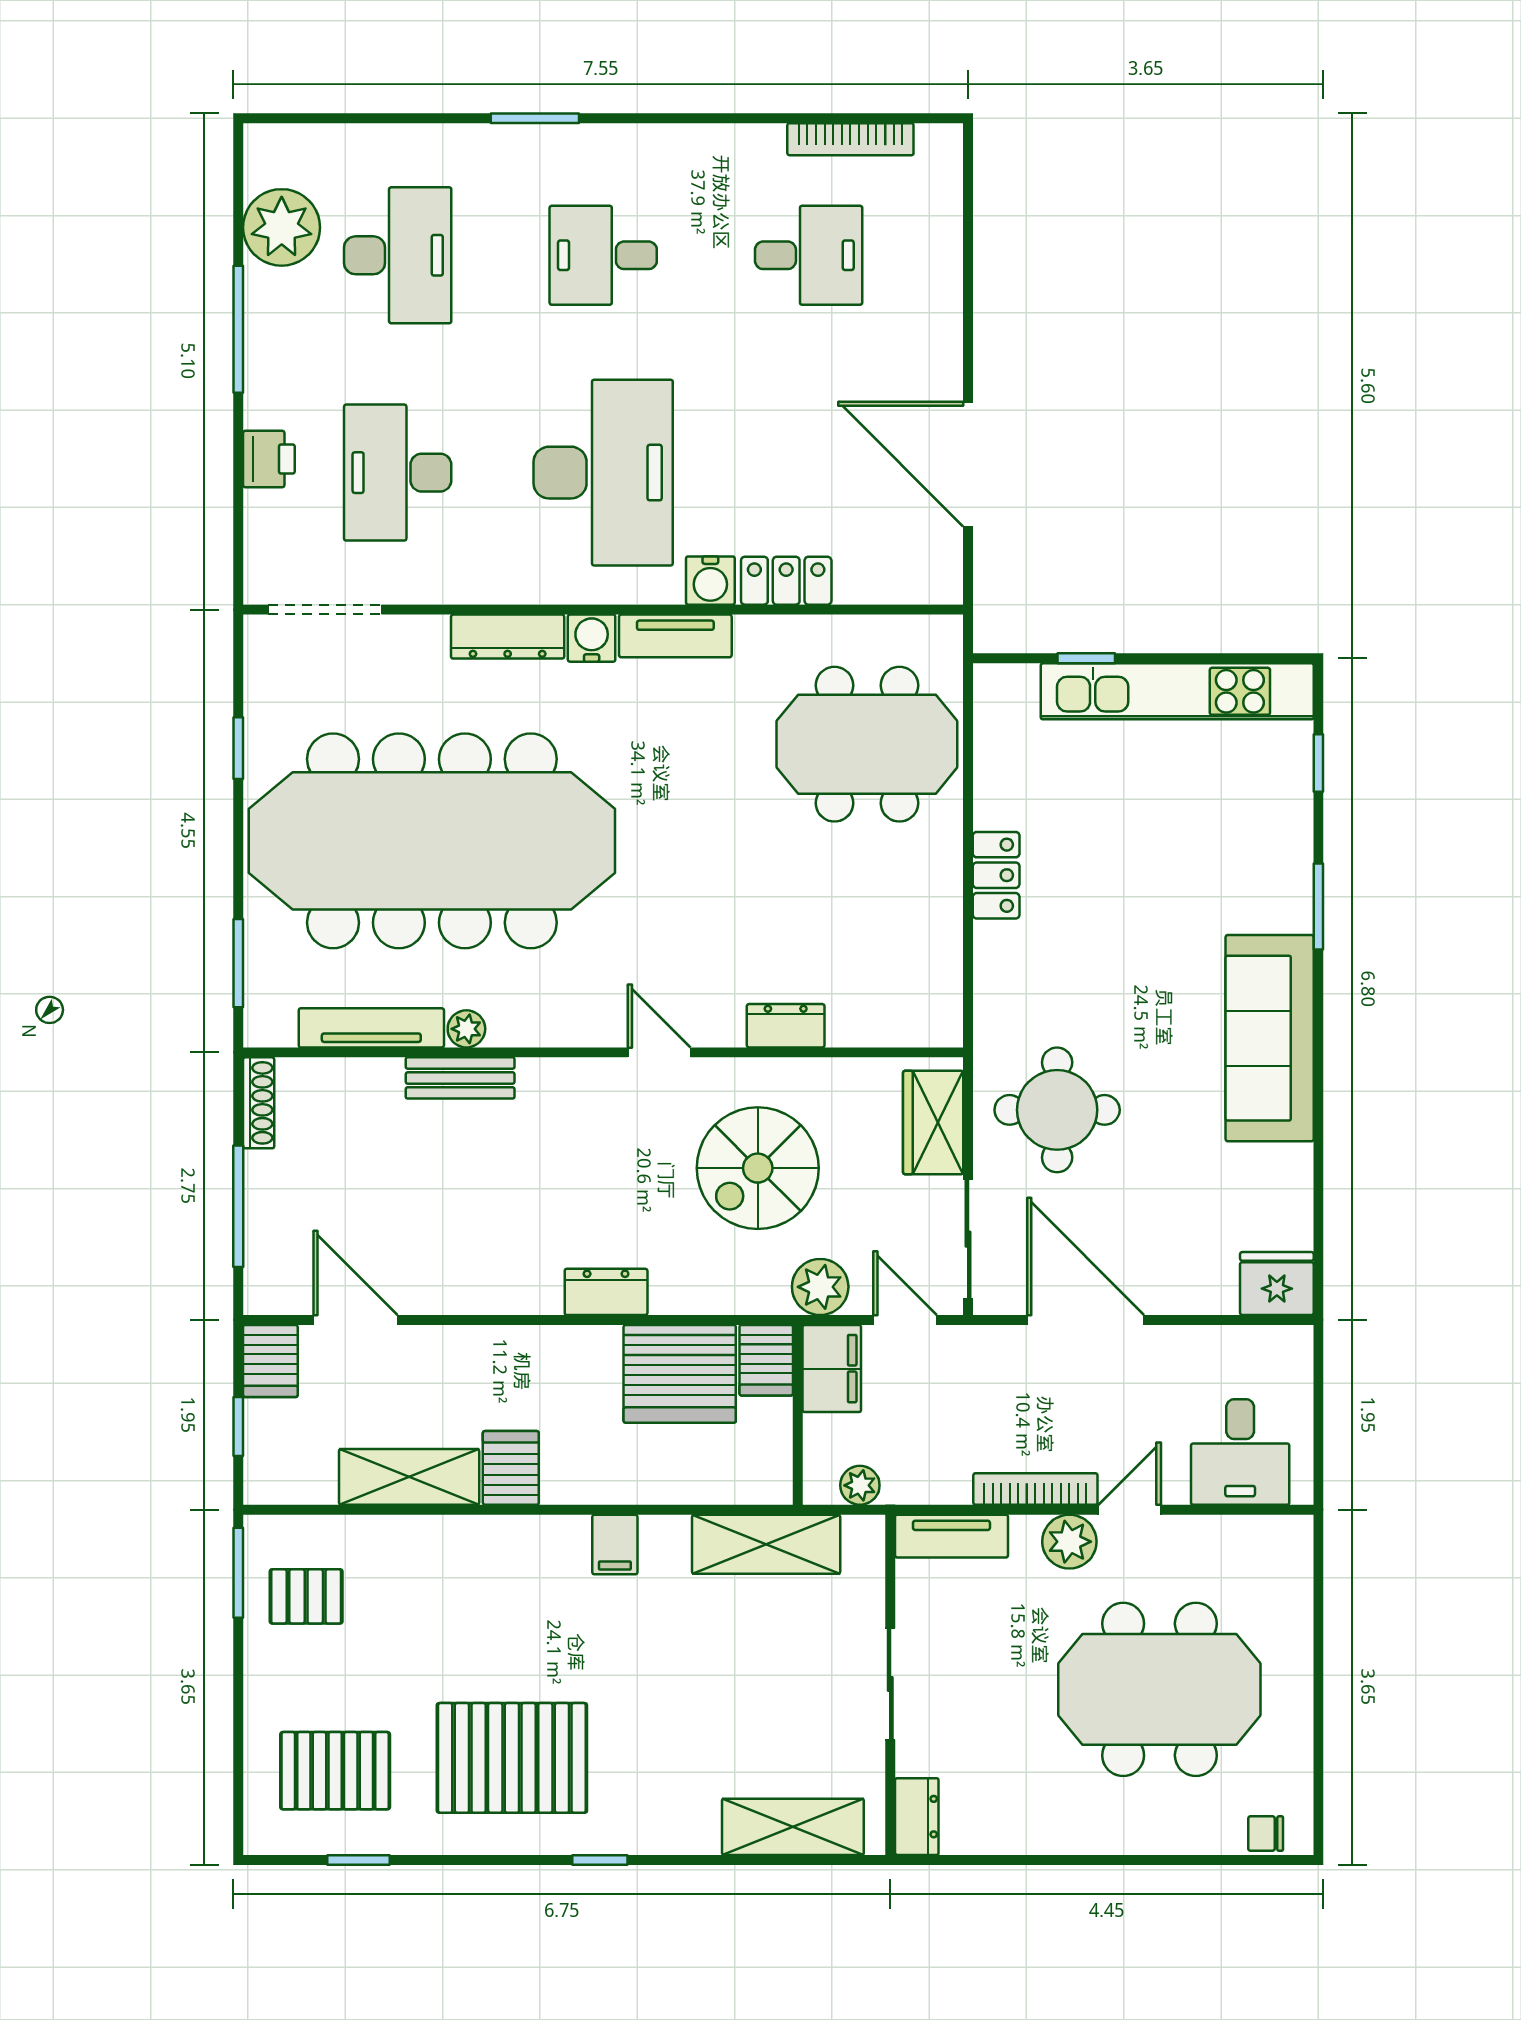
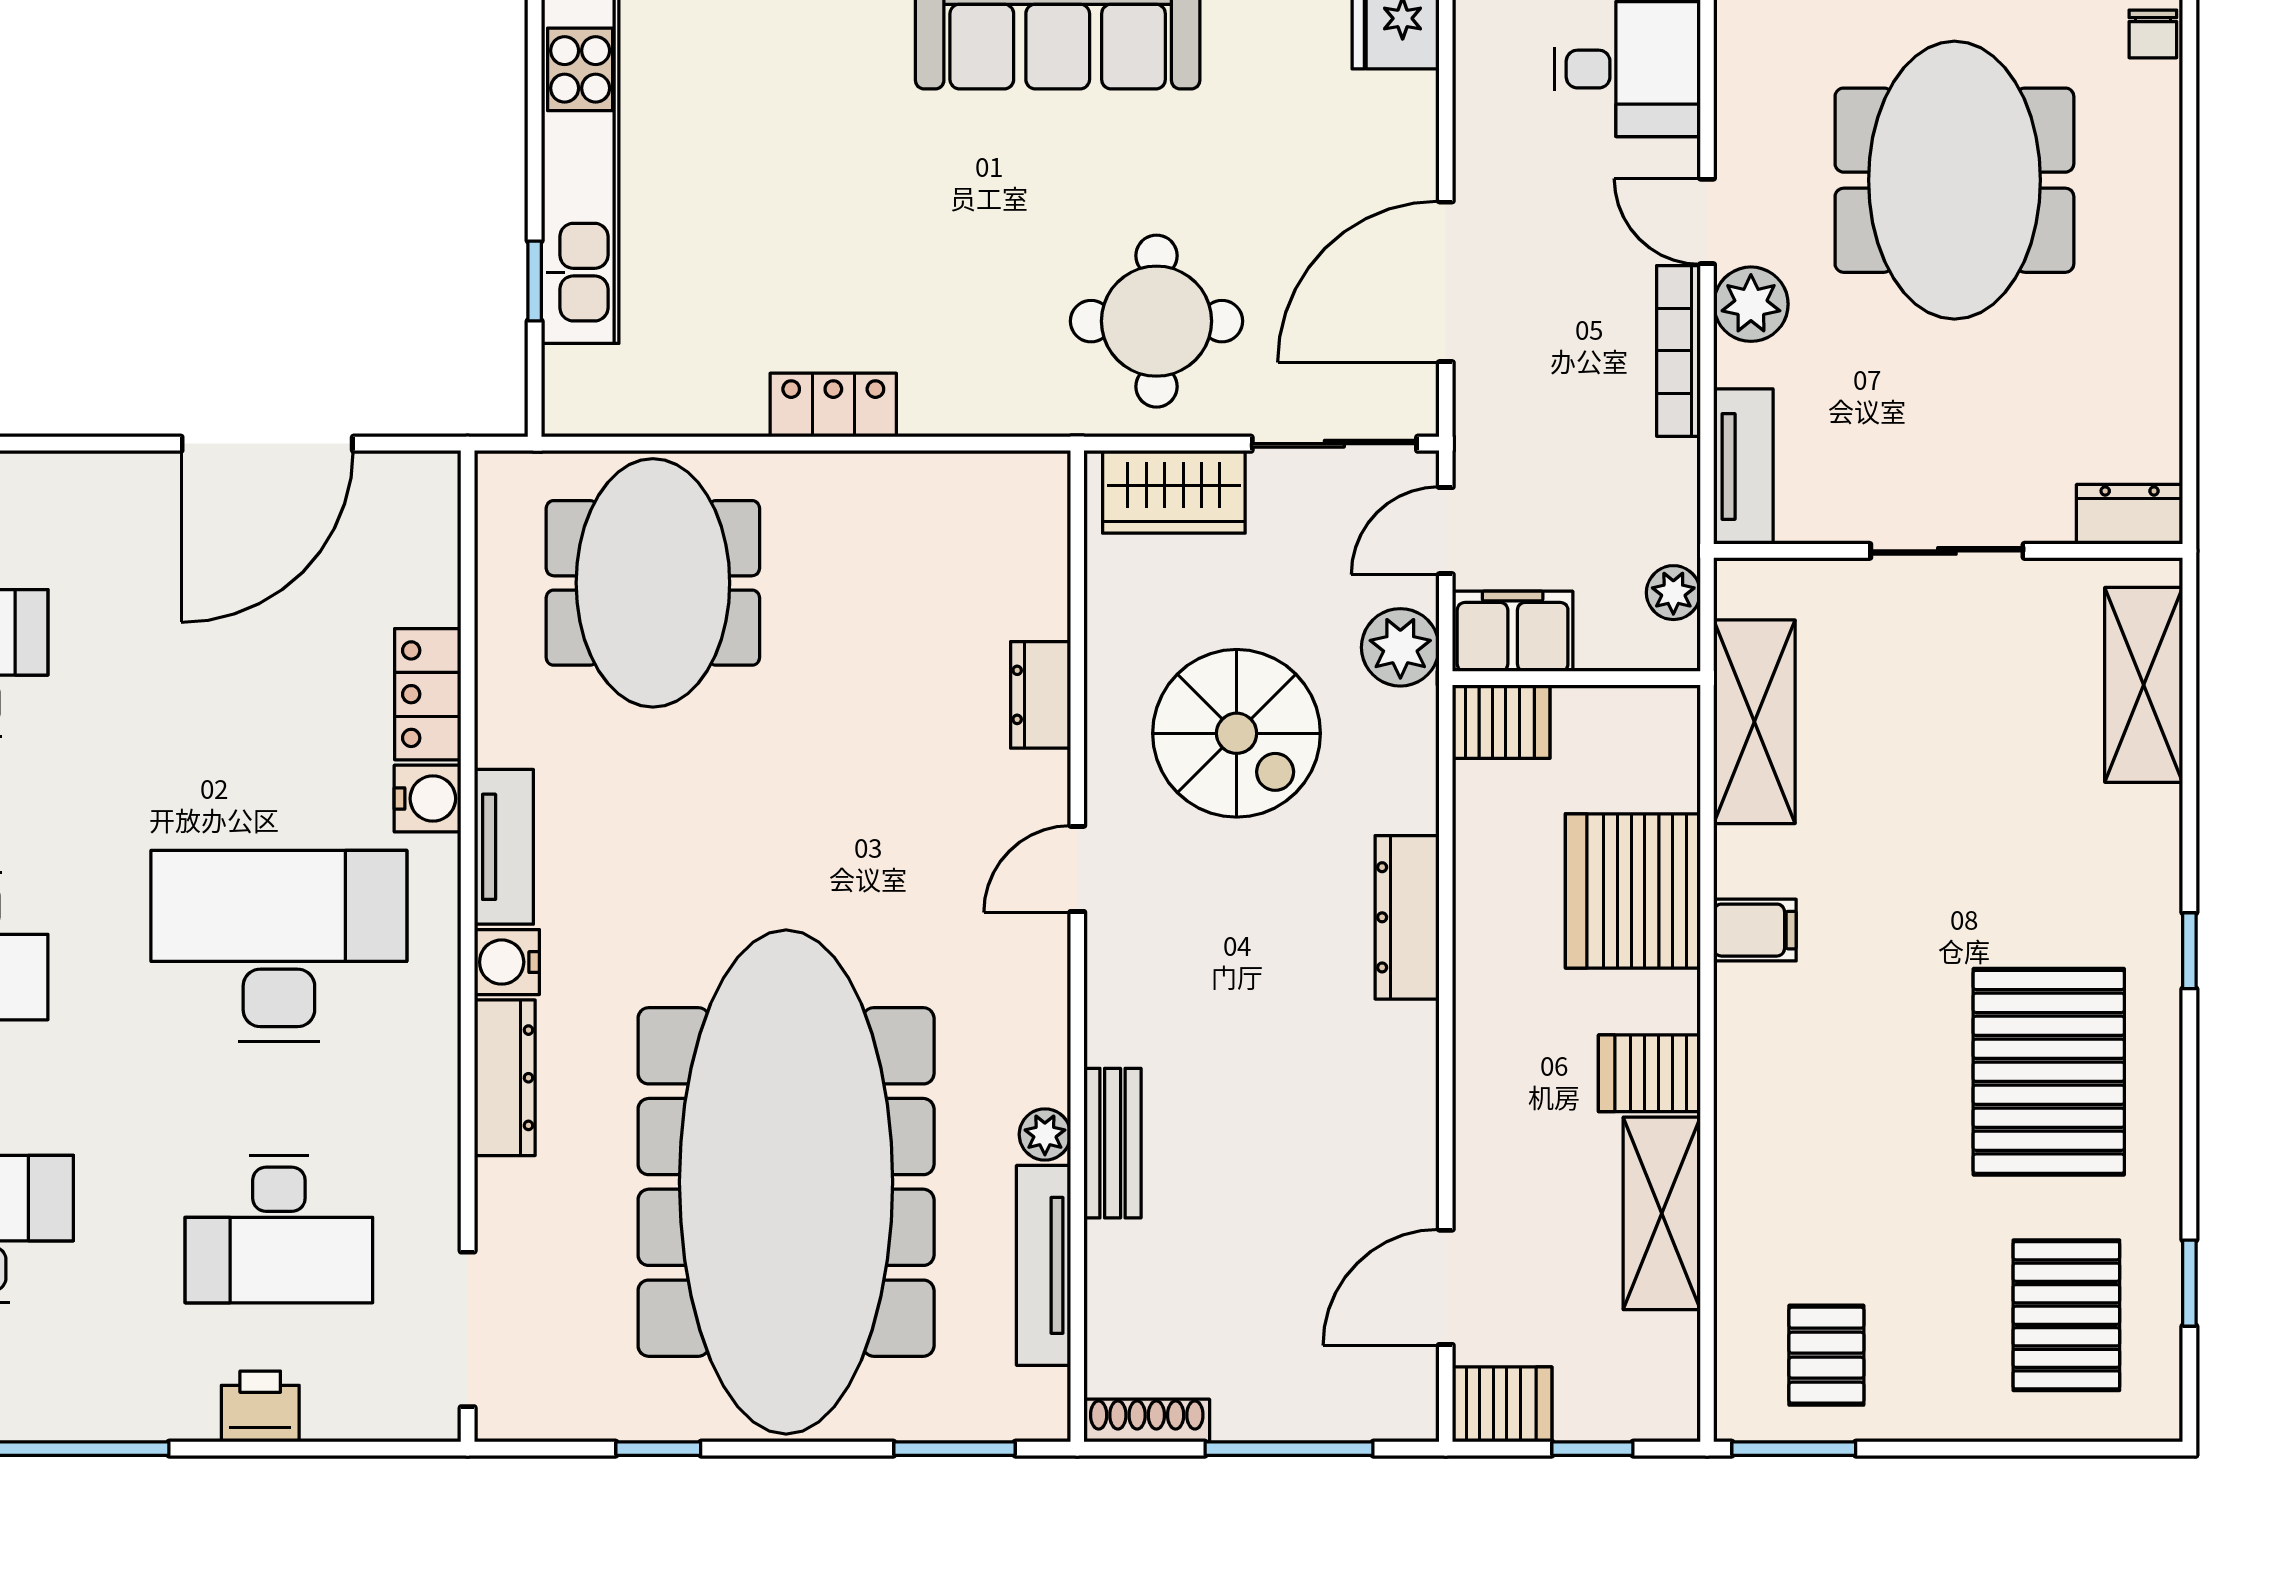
dresser: (606, 1292) -> (1407, 917), width x1.44
server rack: (680, 1374) -> (1633, 891), moved, turned 180

